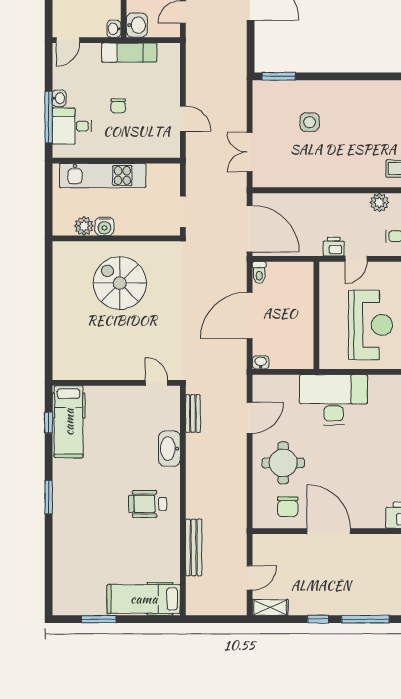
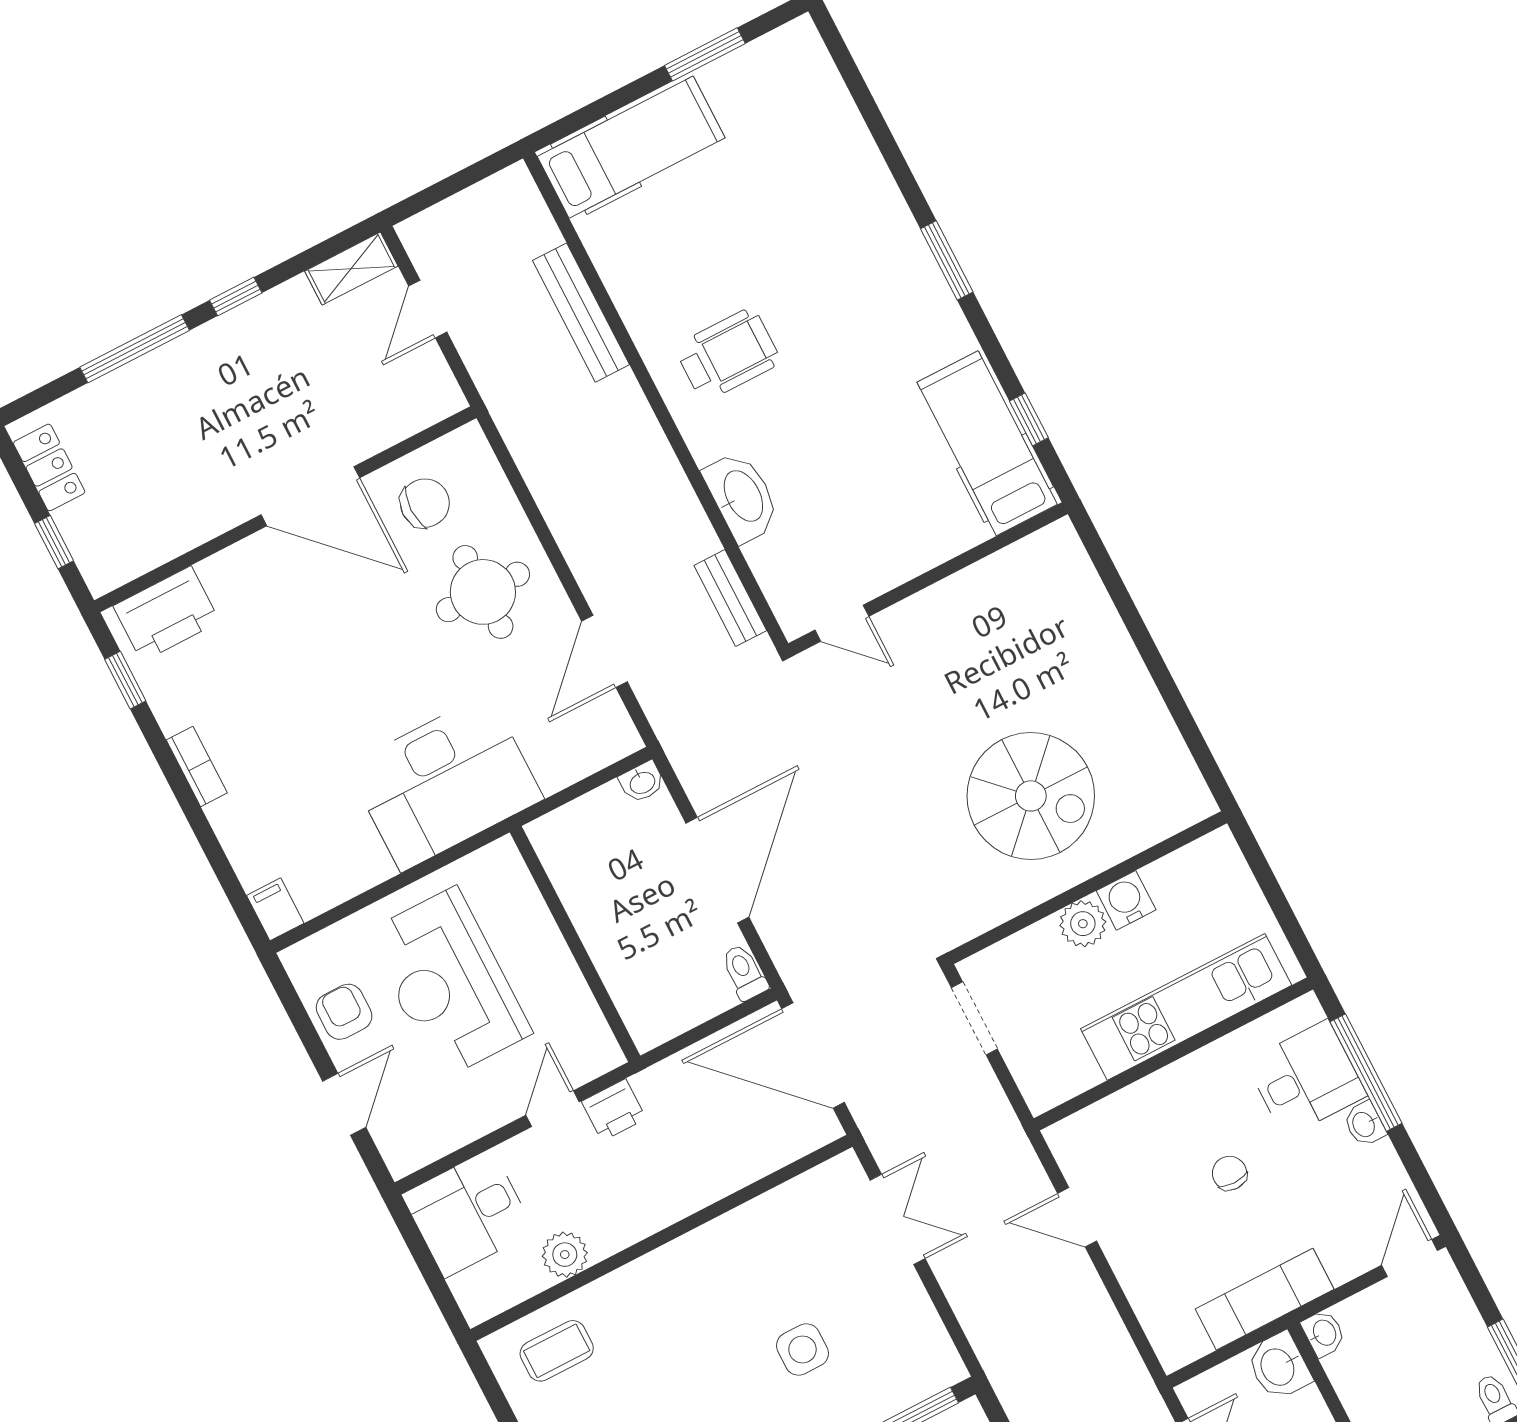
plant: (84, 226) -> (1083, 924), moved
chair: (288, 507) -> (425, 503), turned 90

